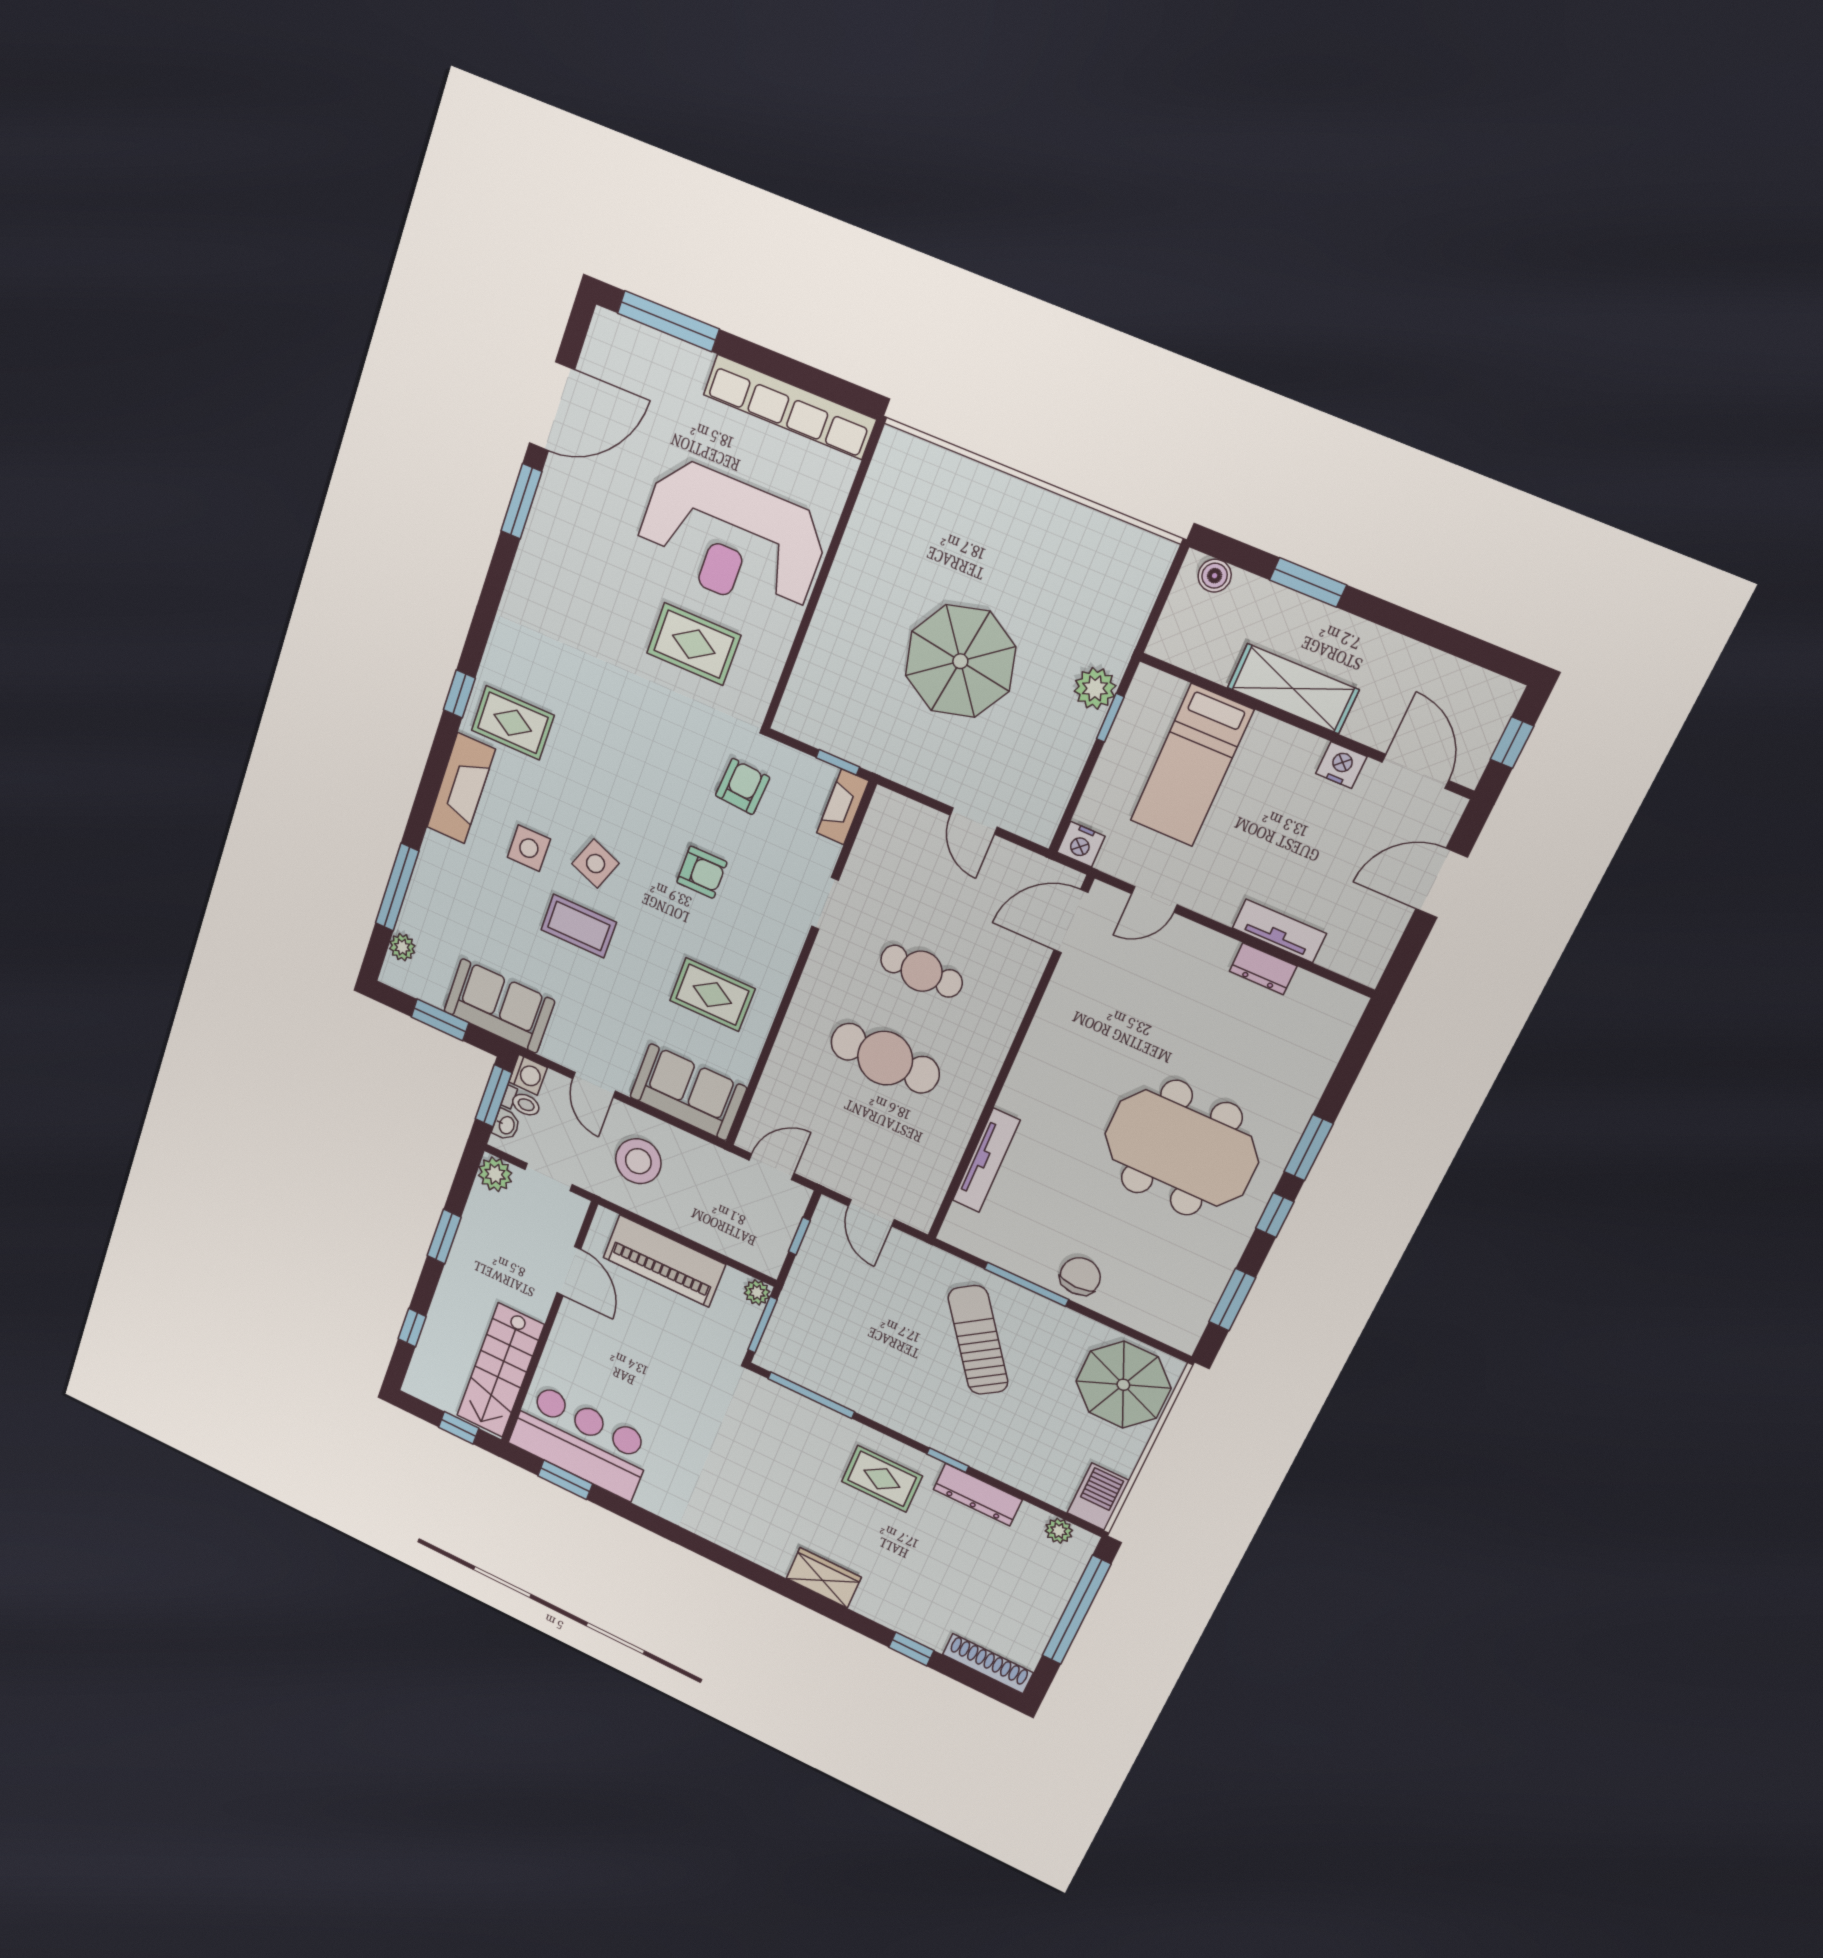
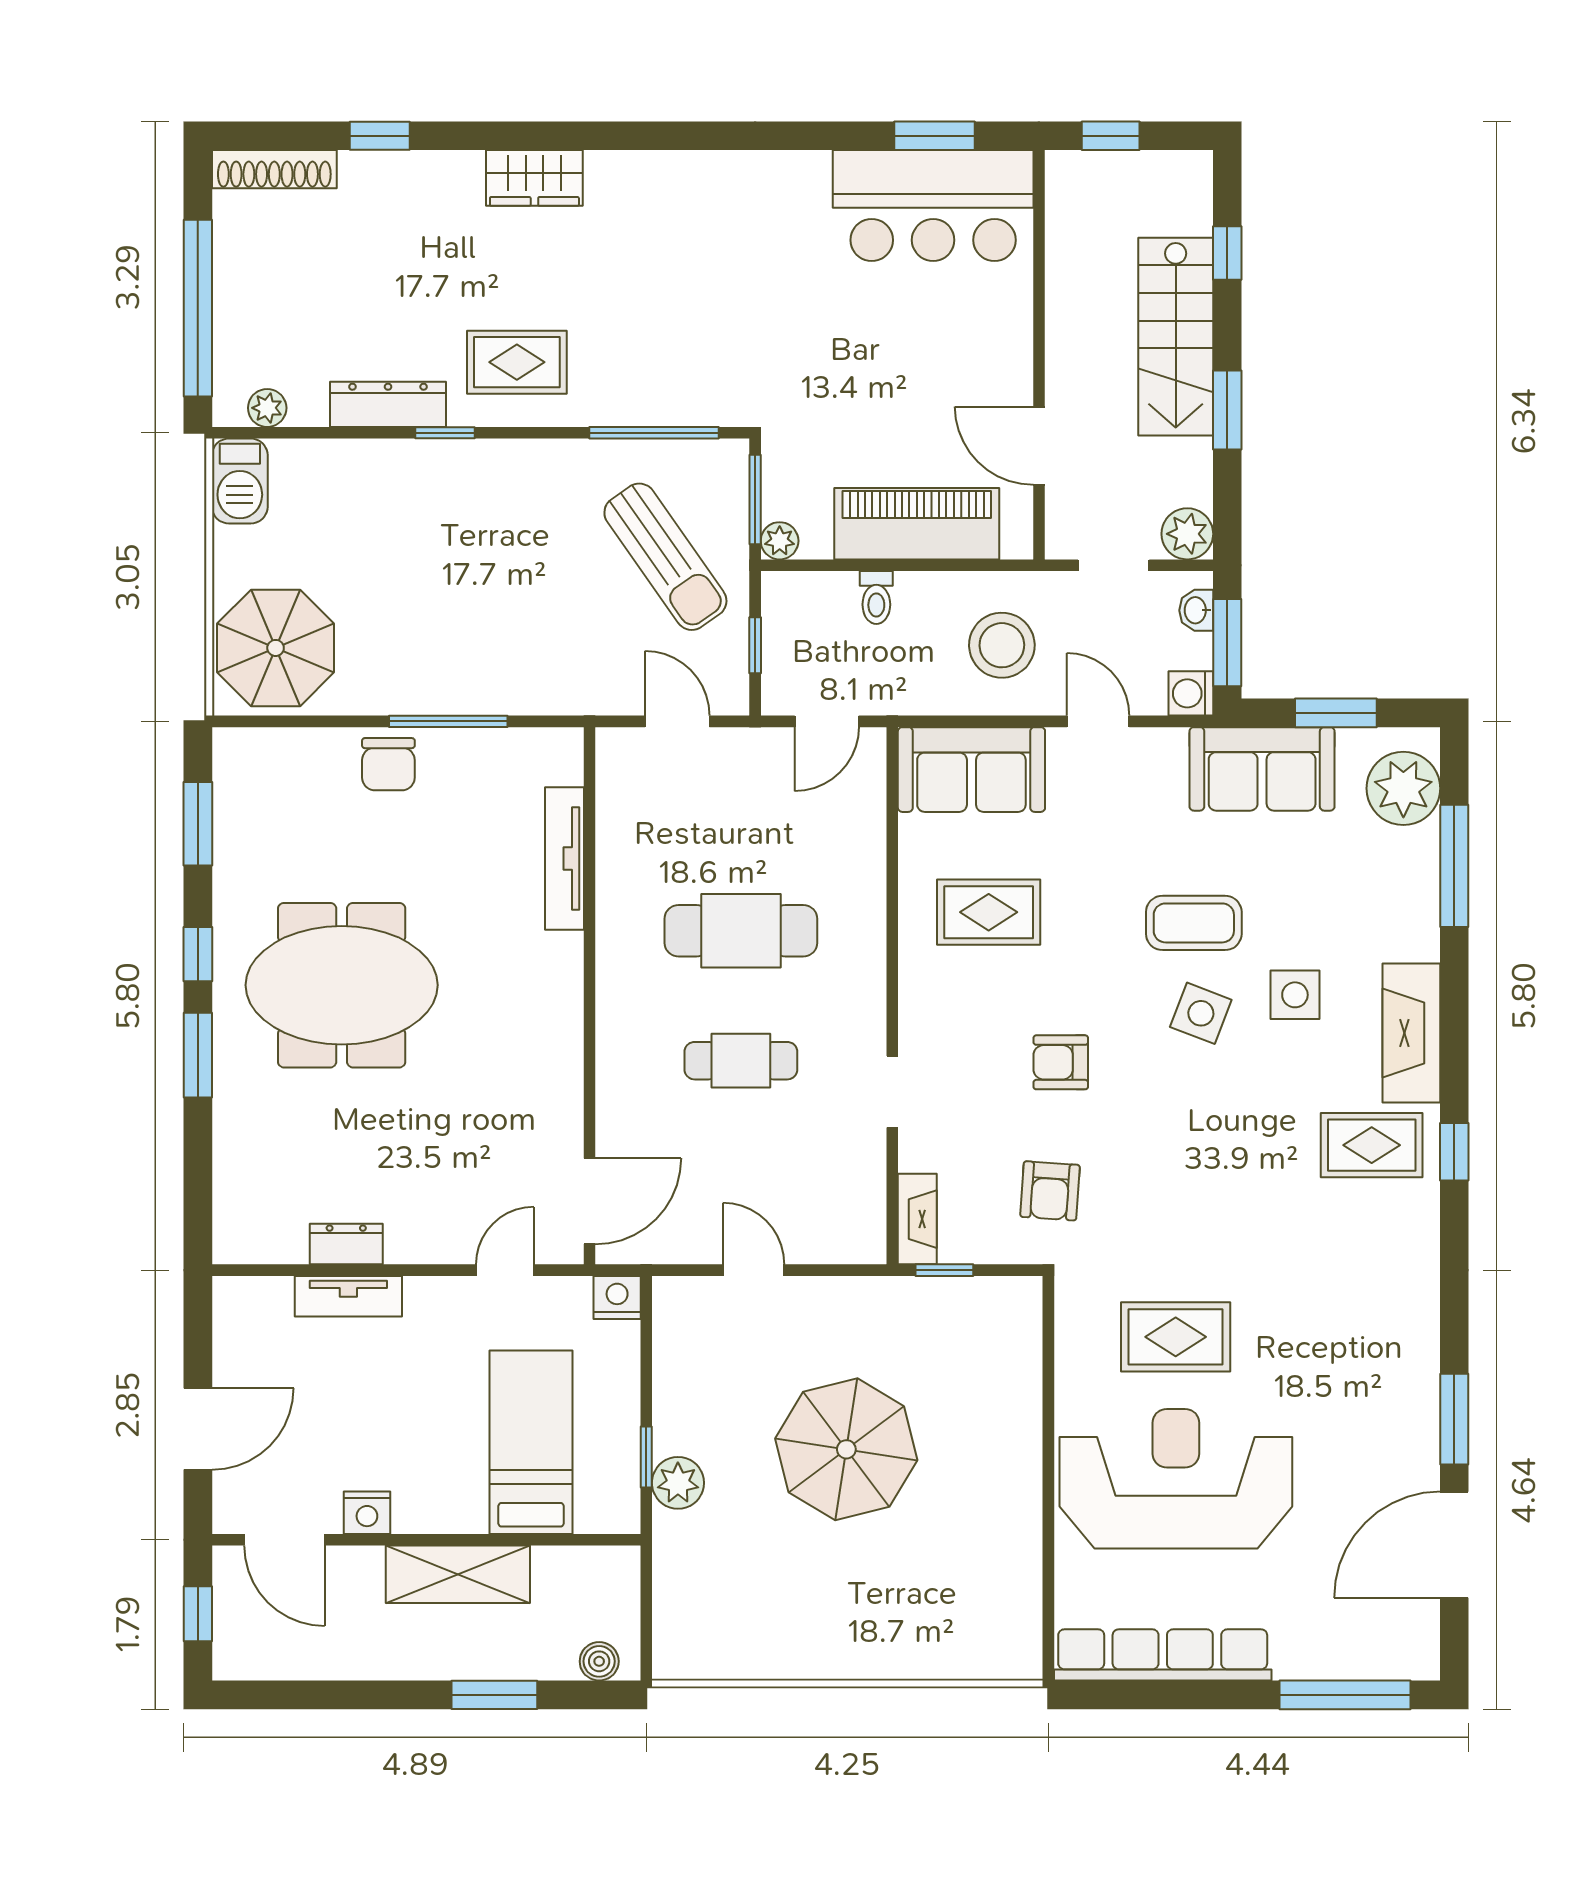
plant: (402, 947) -> (1403, 788), width x1.88, depth x1.88
toilet: (521, 1103) -> (876, 598), moved, turned -90
sun lounger: (978, 1340) -> (665, 557), moved
stairs: (500, 1370) -> (1176, 337), moved, turned 180

